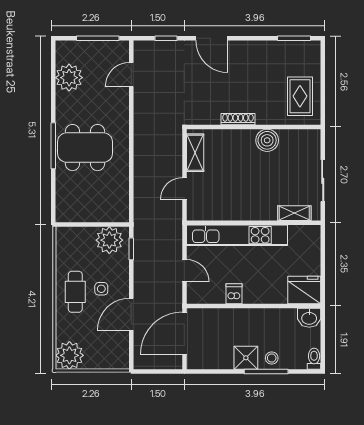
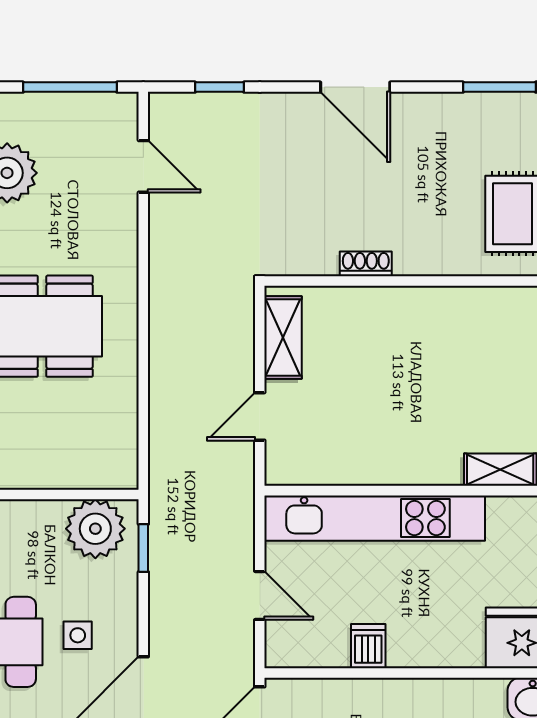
door: (212, 38) -> (355, 87), moved
door: (131, 75) -> (143, 166), swing flipped
shoe rack: (238, 119) -> (366, 264), width x0.70
boiler: (267, 140) -> (441, 310), removed

